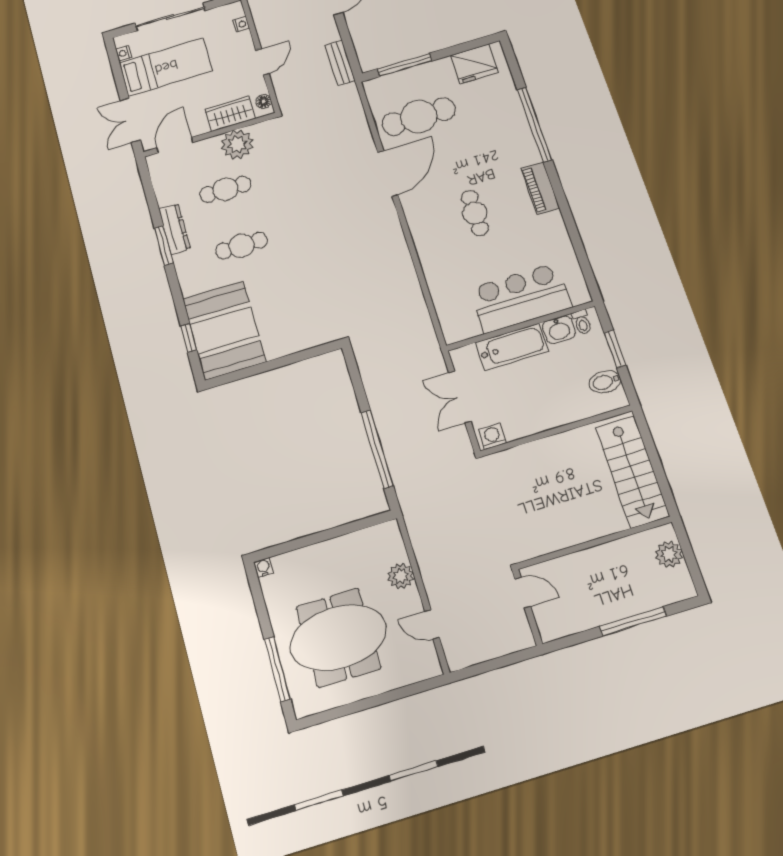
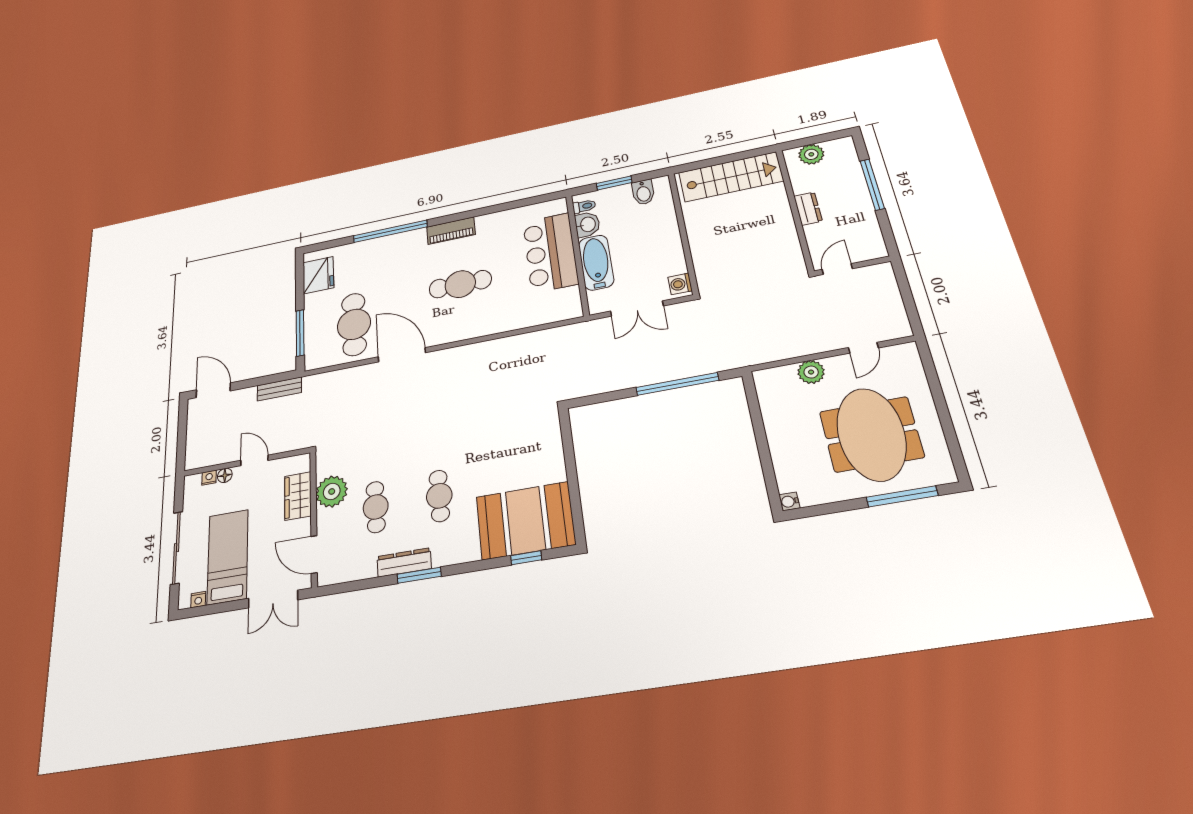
floor lamp: (264, 101) -> (225, 475), moved
cafe table: (475, 213) -> (460, 284), width x1.37, depth x1.35
dresser: (596, 557) -> (808, 209), added

